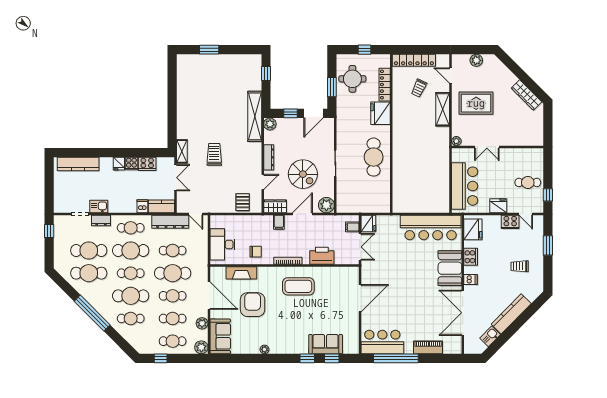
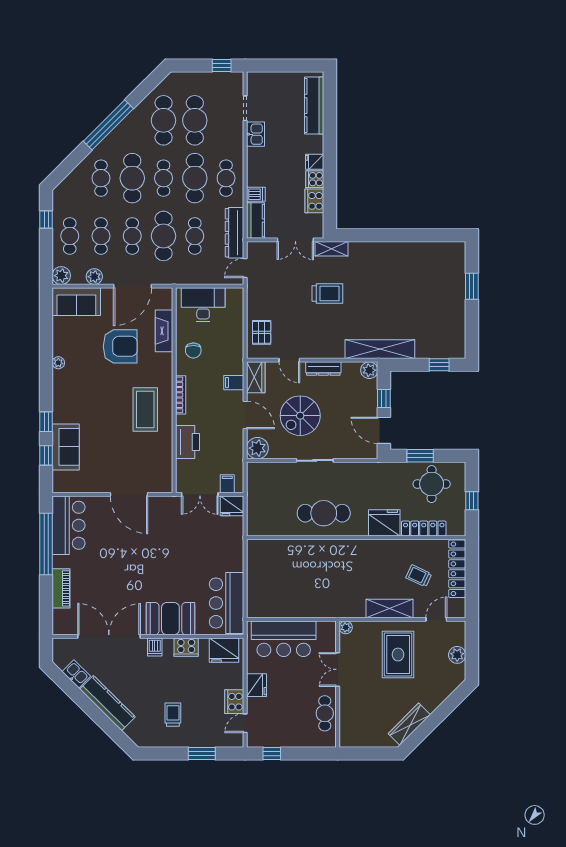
cafe table: (528, 182) -> (325, 713), moved
pallet: (243, 202) -> (262, 332), turned 90
dresser: (101, 220) -> (236, 137), removed
bar counter: (431, 228) -> (227, 603), width x0.73

